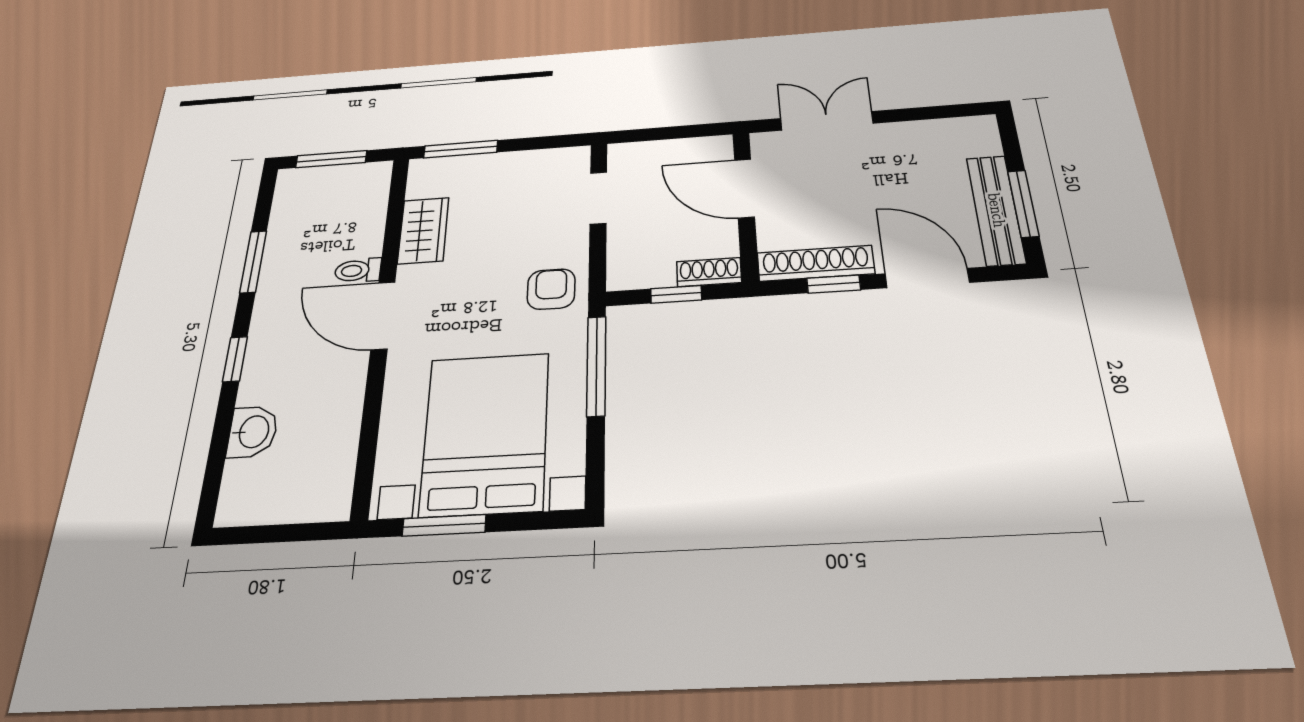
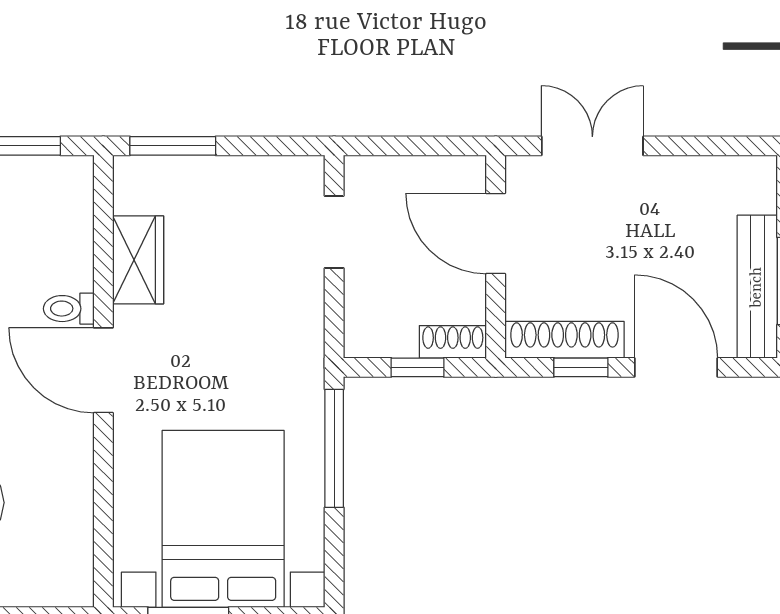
armchair: (551, 289) -> (285, 350), removed

